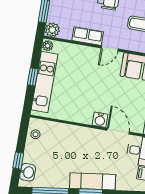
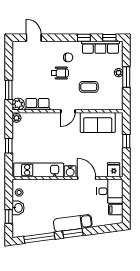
row of seats: (88, 36) -> (38, 104), moved
kitchen unit: (44, 82) -> (39, 170), moved, turned -90
washbasin: (28, 172) -> (18, 208), moved

